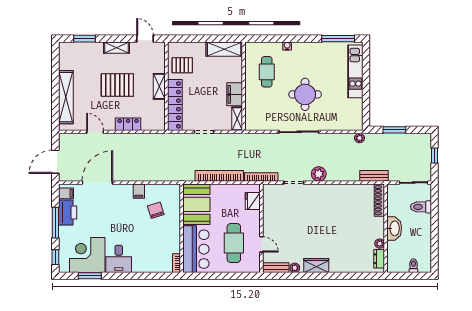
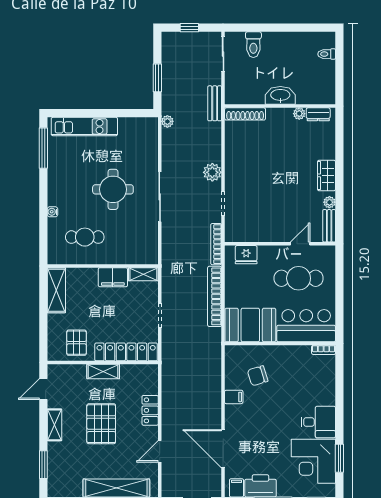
shoe rack: (379, 200) -> (245, 114), moved
wall: (386, 228) -> (280, 106), moved
washbasin: (394, 228) -> (280, 95), moved
plant: (380, 244) -> (299, 114), moved
dresser: (379, 259) -> (318, 114), moved

